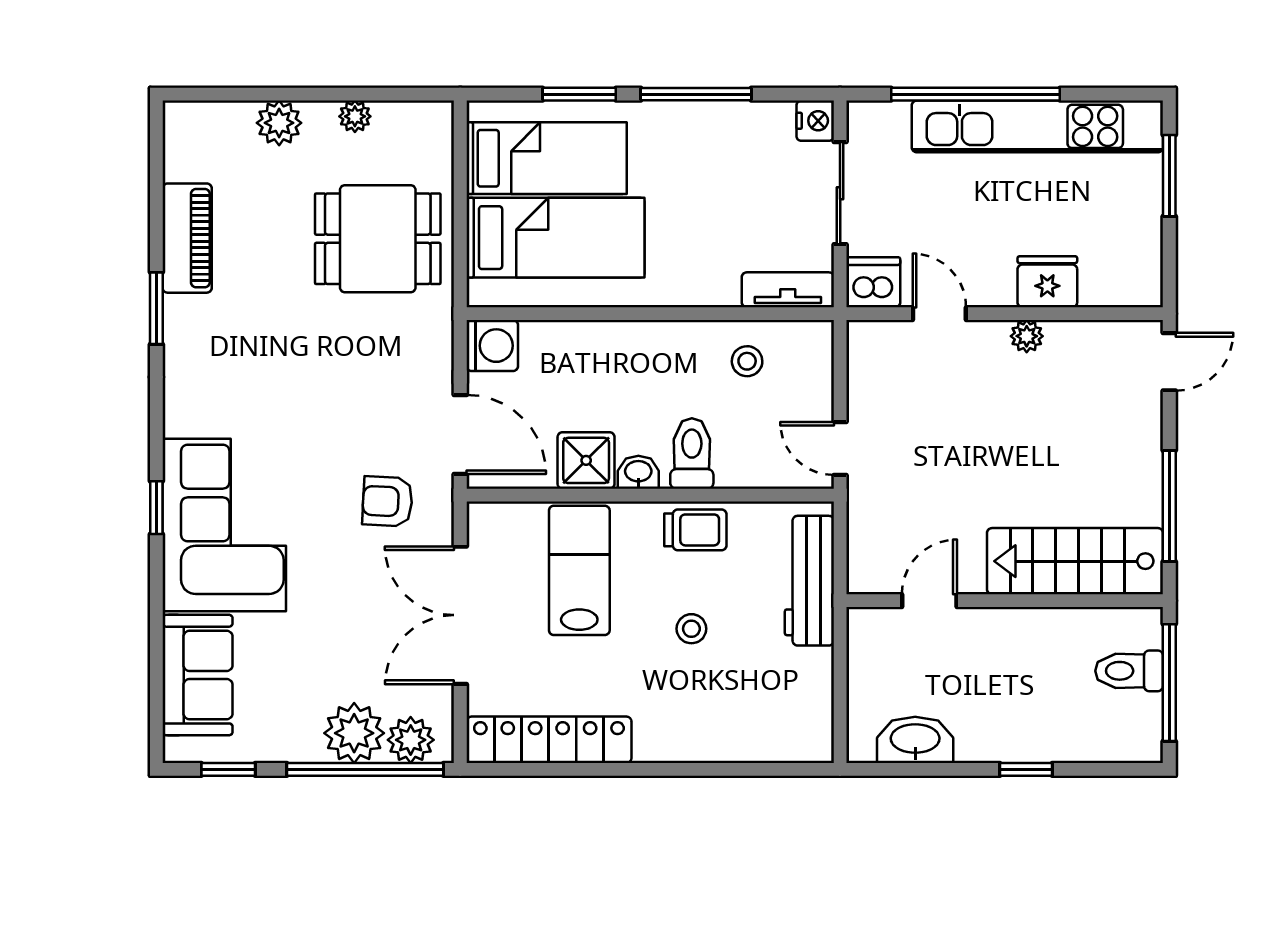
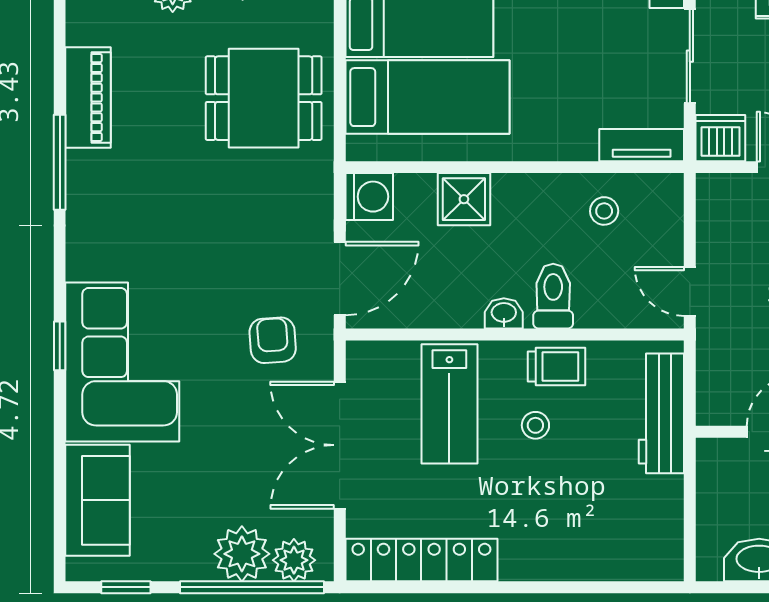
window: (156, 308) -> (60, 162), width x1.44
door: (460, 434) -> (340, 279), hinge flipped
shower: (586, 460) -> (464, 199), moved
armchair: (388, 501) -> (273, 340), turned 83
lab bench: (579, 570) -> (449, 404), turned 180
stool: (691, 629) -> (535, 425), moved

